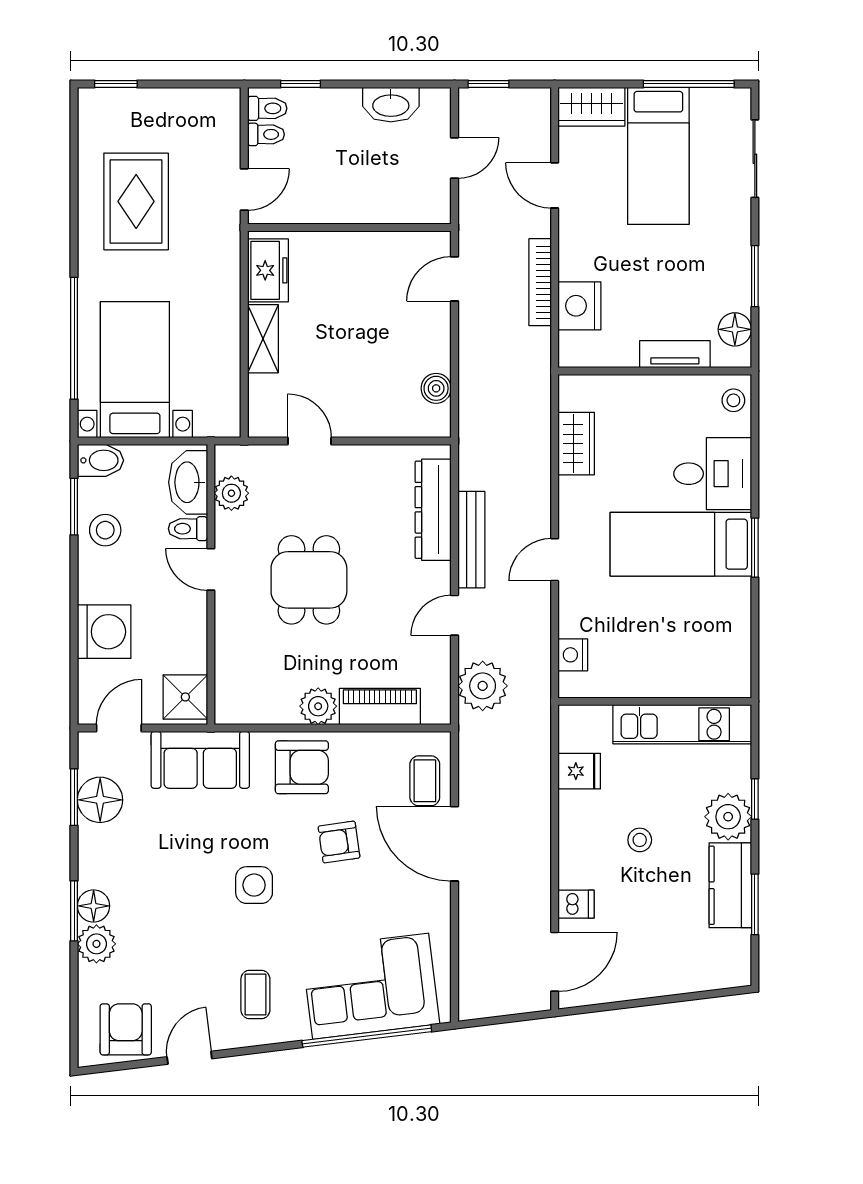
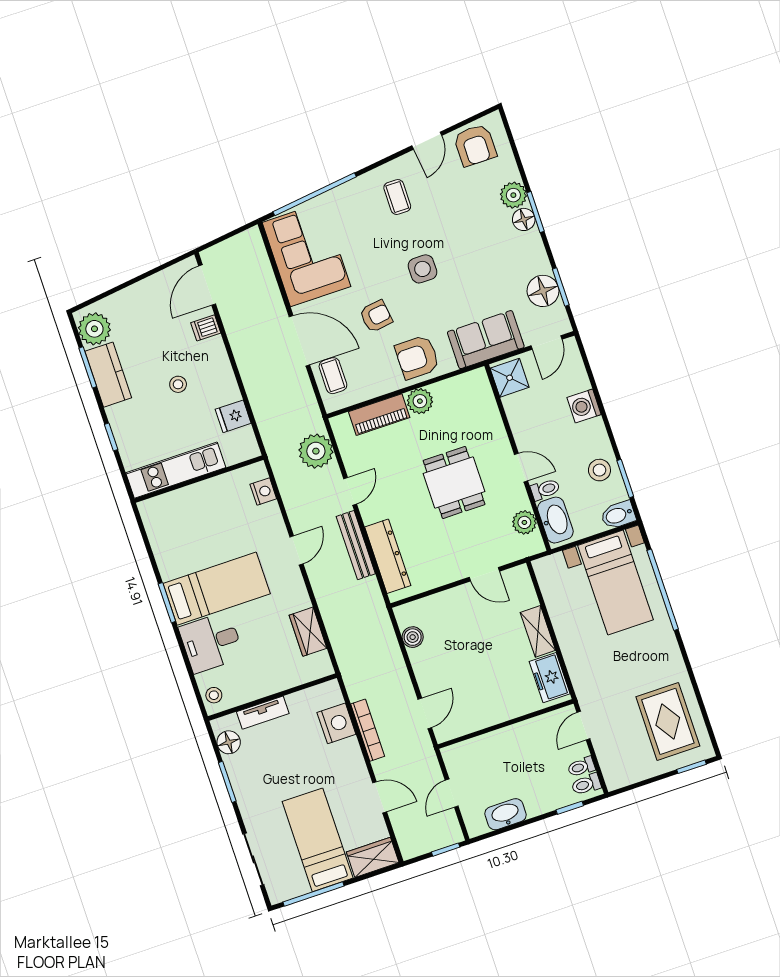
rug: (136, 201) -> (668, 721), moved
washing machine: (104, 632) -> (584, 406), width x0.73, depth x0.73
plant: (728, 817) -> (94, 329), moved
corner sofa: (371, 986) -> (306, 254), moved, turned -83

